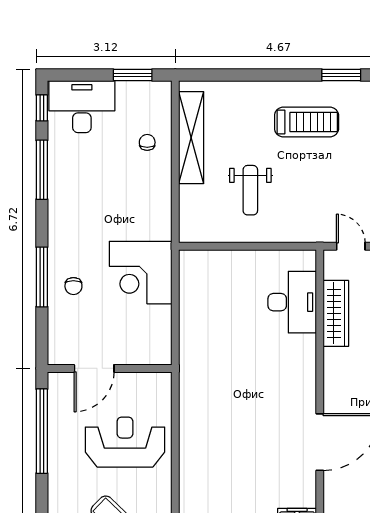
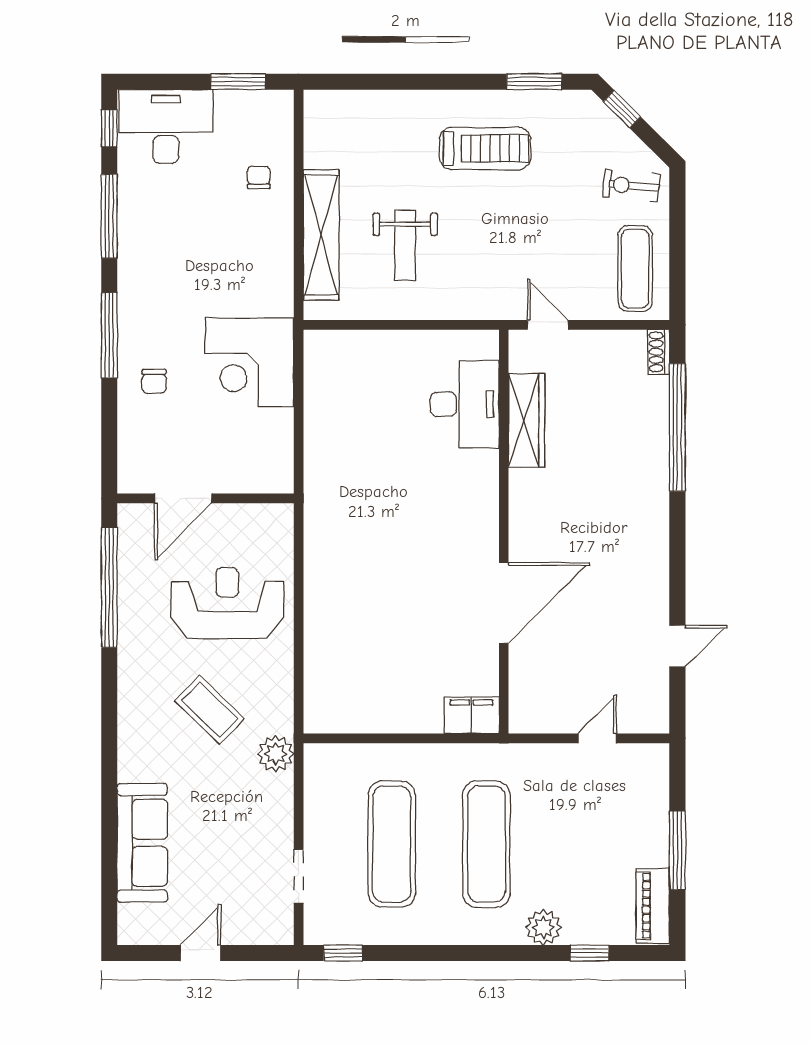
shelving: (191, 138) -> (321, 235), moved
window: (42, 277) -> (109, 335), moved

